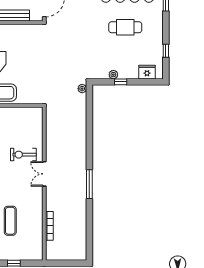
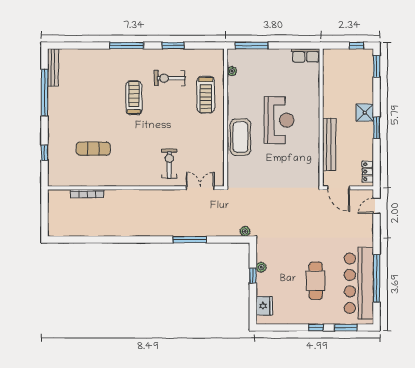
window: (166, 51) -> (316, 327), moved
double door: (44, 174) -> (200, 188), moved
window: (89, 184) -> (190, 240), moved

